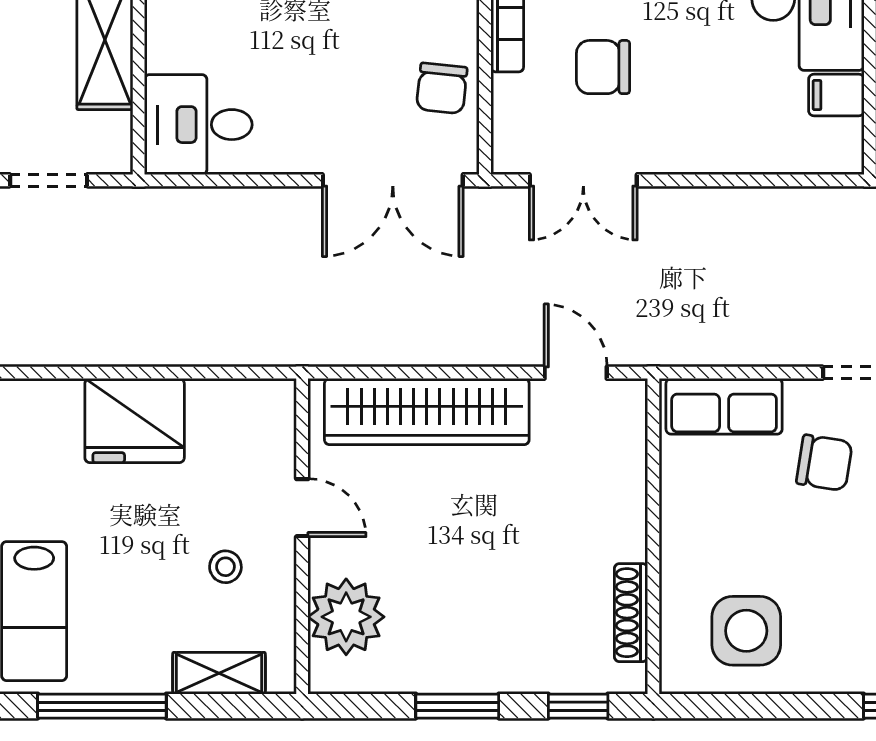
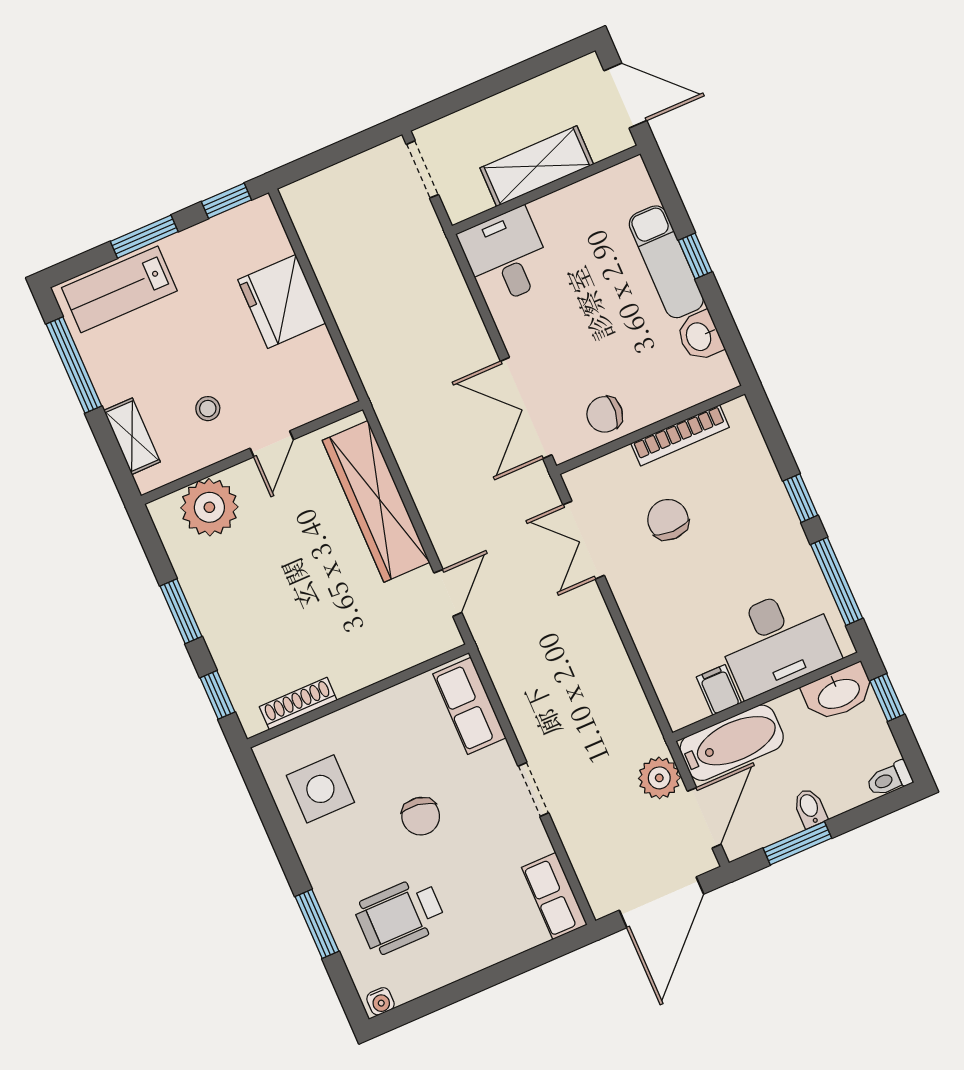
chair: (824, 463) -> (421, 816), moved

